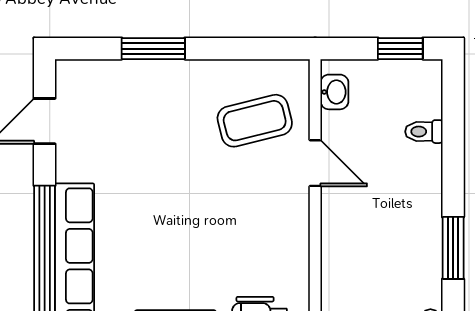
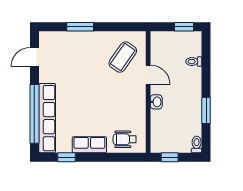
washbasin: (334, 92) -> (156, 102), moved
coffee table: (255, 121) -> (123, 57), turned -41

